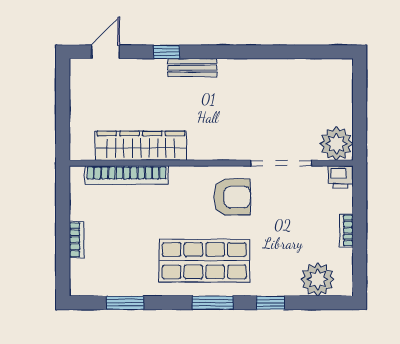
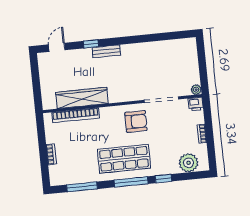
plant: (336, 144) -> (196, 90), width x0.53, depth x0.53
window: (125, 303) -> (82, 187), width x1.44
window: (213, 303) -> (131, 182), width x1.44

